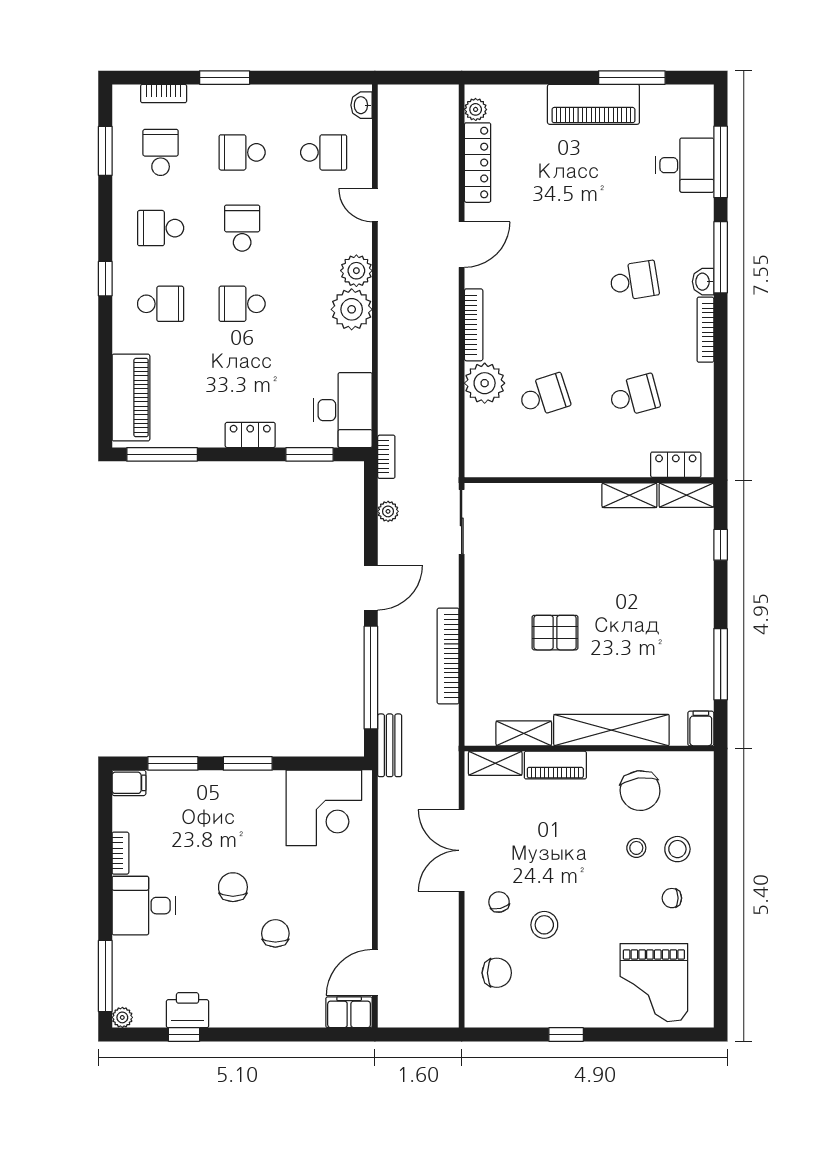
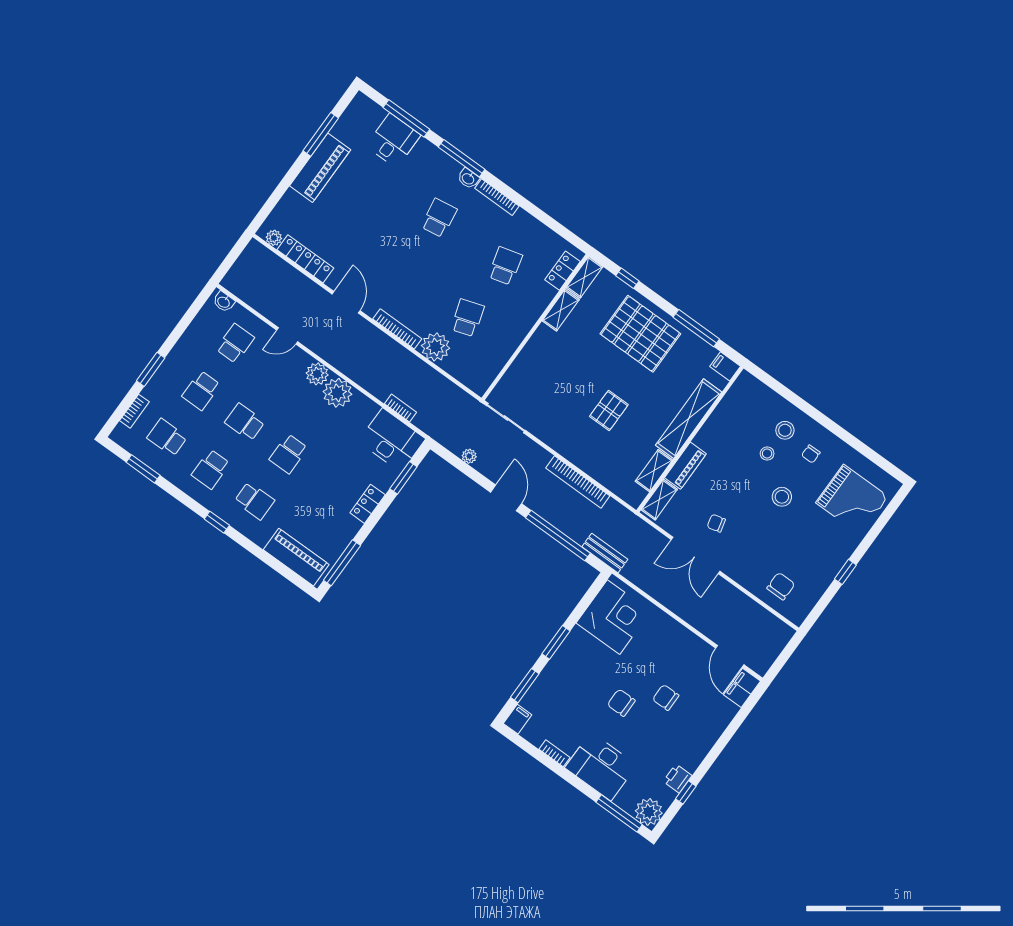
school desk: (161, 304) -> (254, 501), turned 90
bookcase: (386, 457) -> (401, 408), moved
pallet: (668, 605) -> (640, 334), added
chair: (640, 791) -> (736, 427), removed
chair: (499, 902) -> (716, 523), moved
desk: (144, 906) -> (601, 766), width x1.37
stool: (544, 925) -> (782, 497), moved
printer: (188, 1010) -> (678, 778), width x0.73, depth x0.81
plant: (122, 1017) -> (649, 812), width x1.88, depth x1.88

